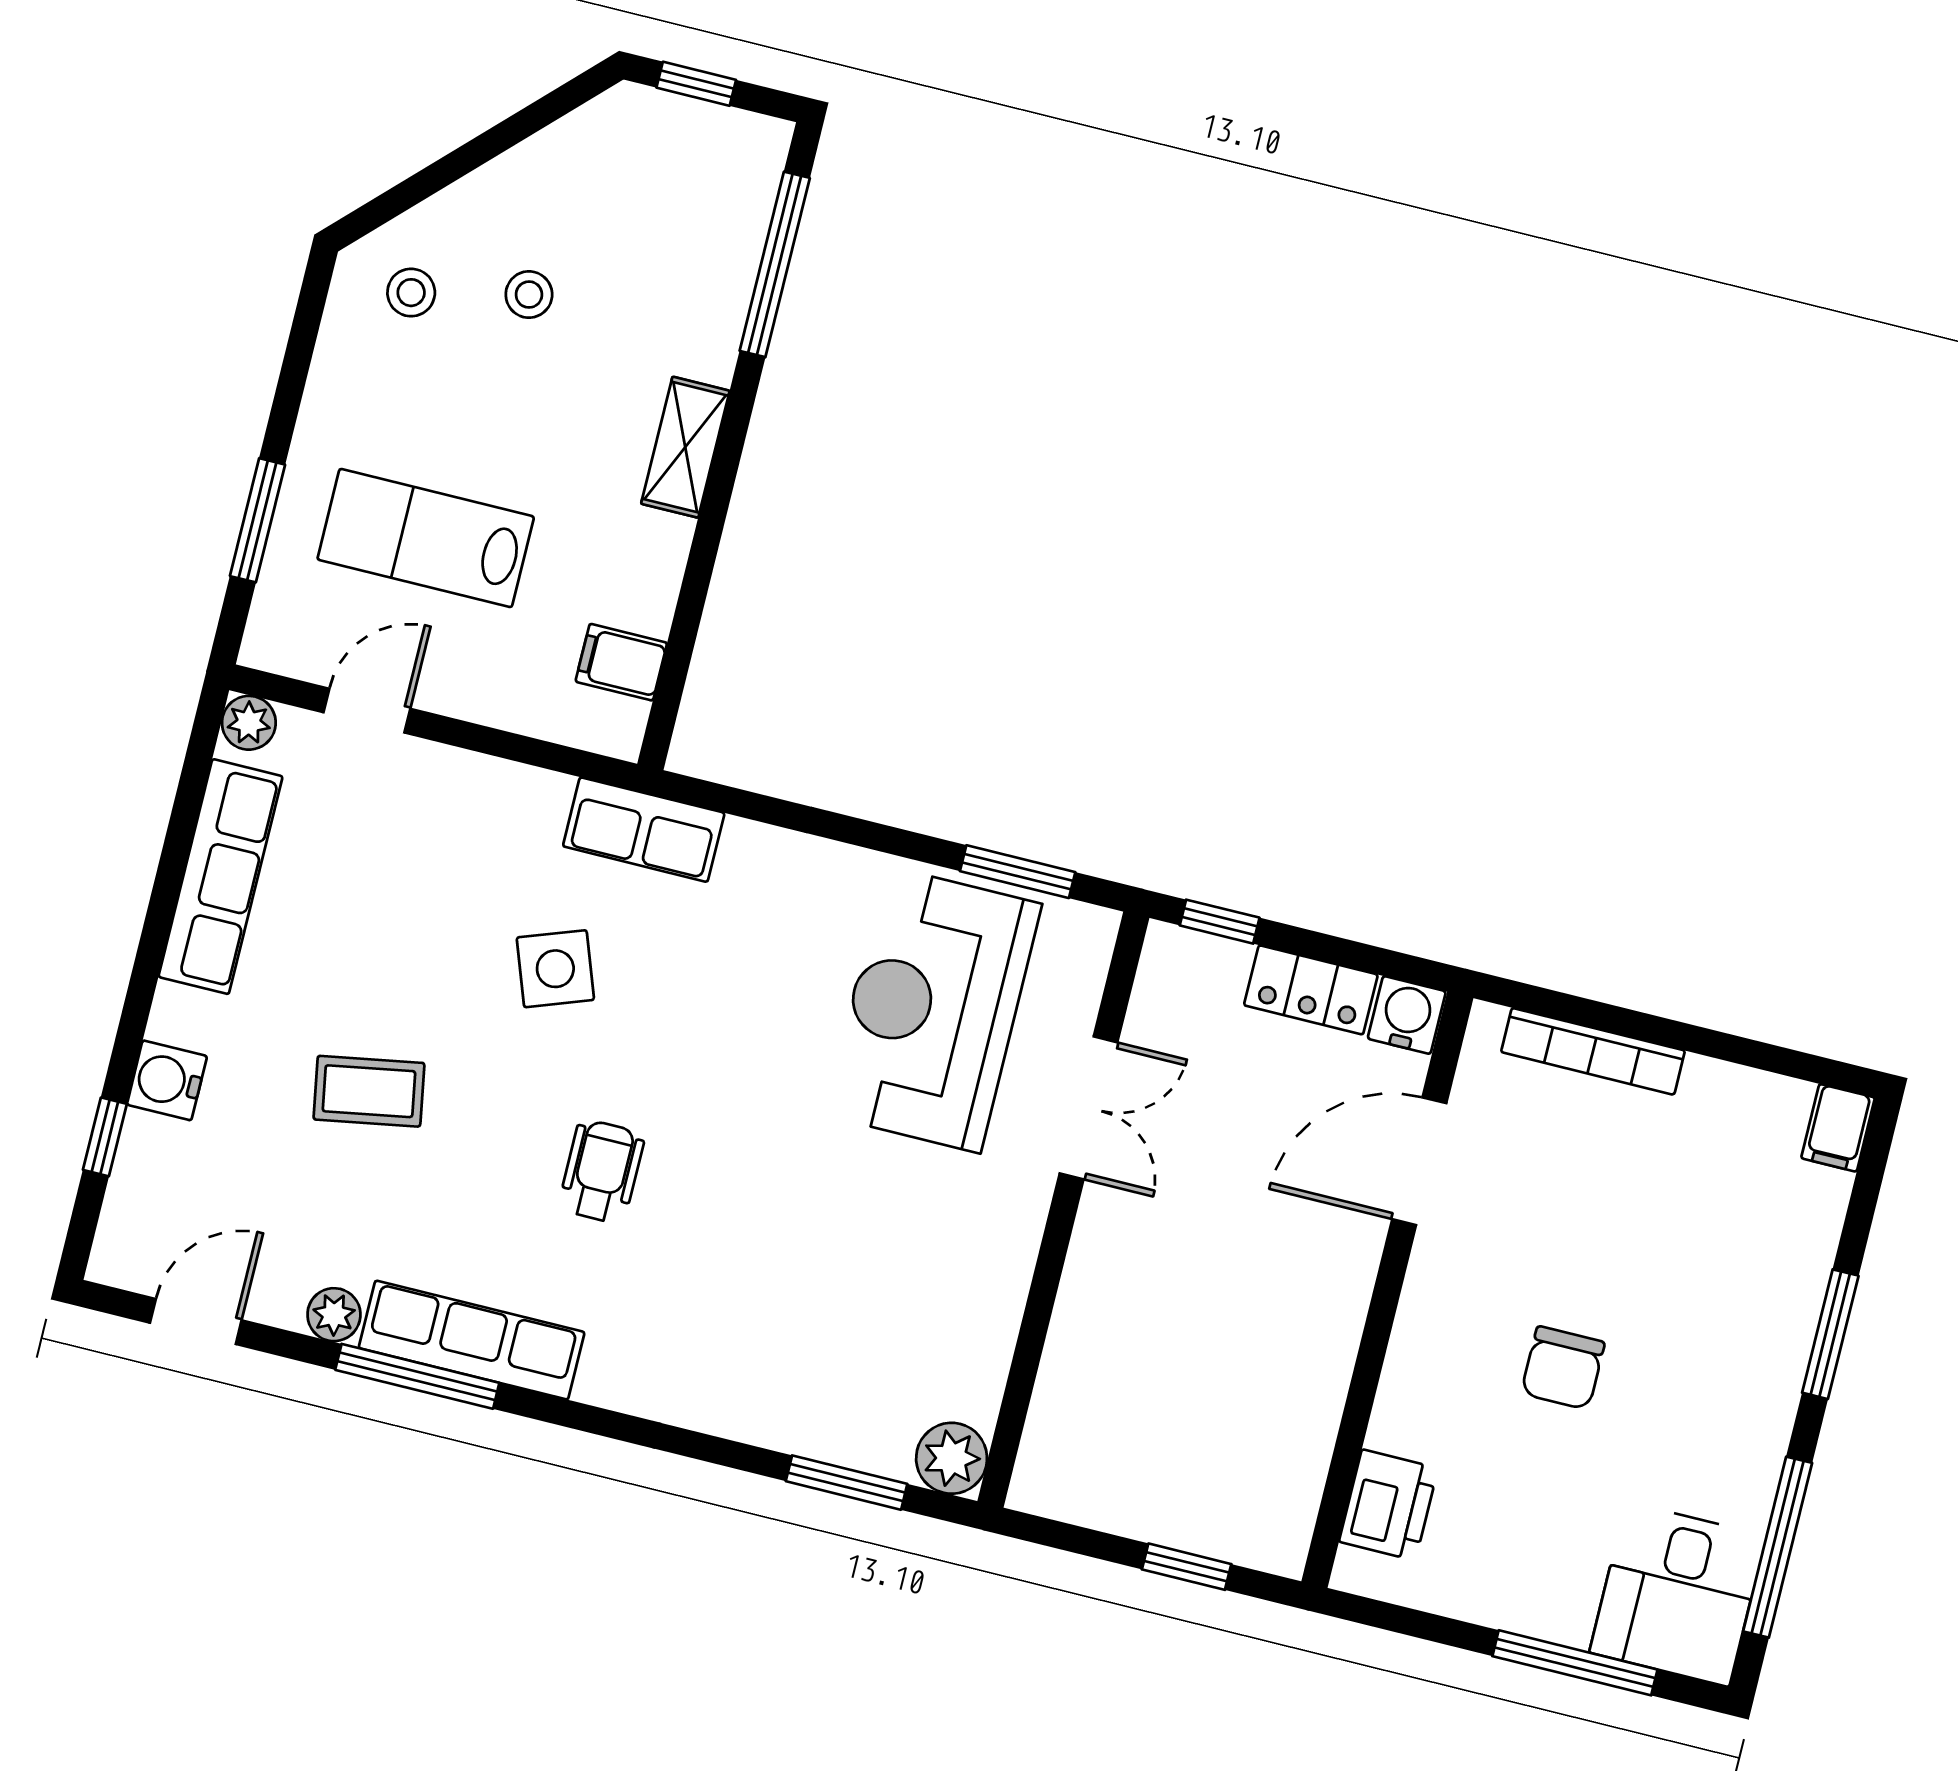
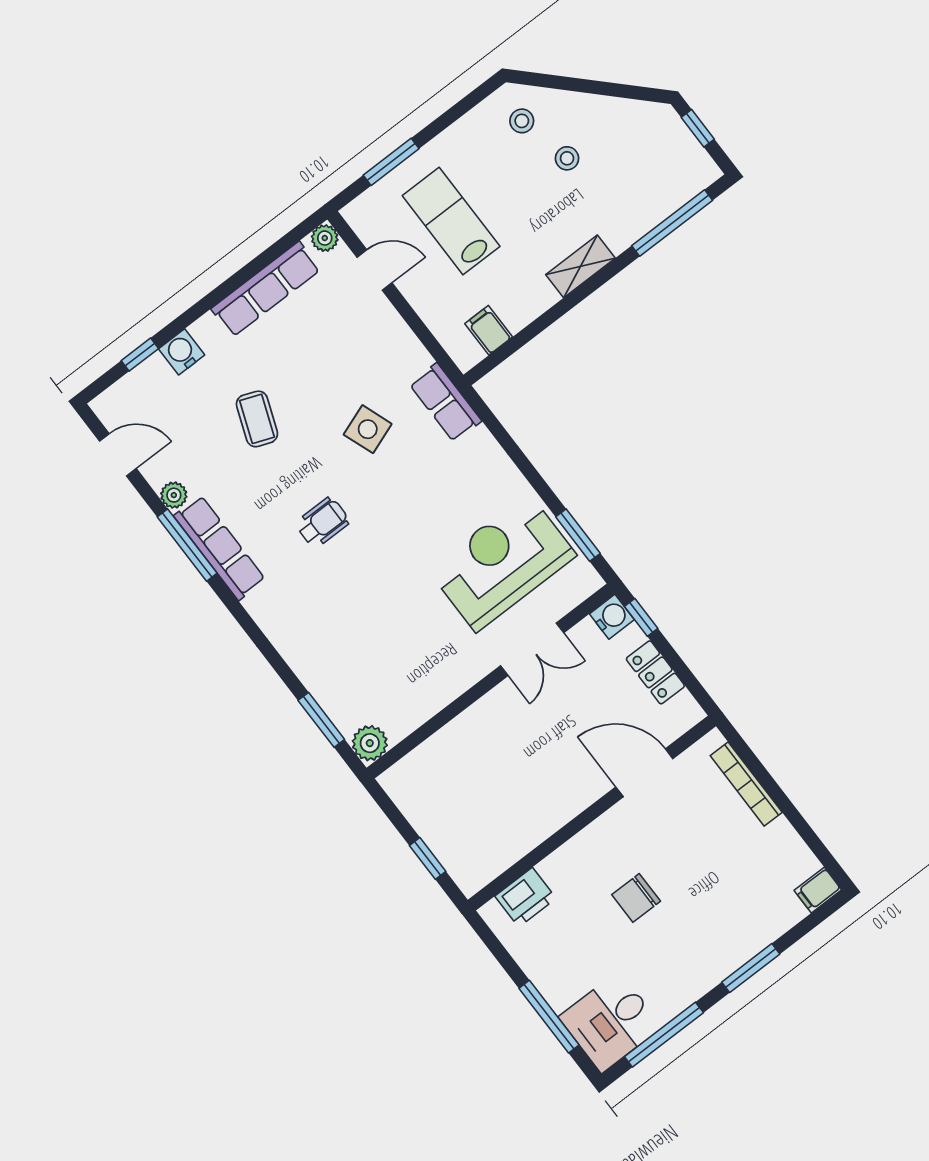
water cooler: (1407, 1015) -> (612, 617), moved
coffee table: (369, 1091) -> (257, 419), turned 31

